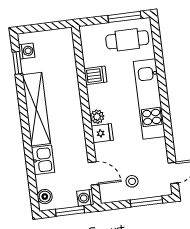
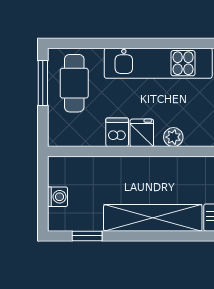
washing machine: (27, 51) -> (58, 197), moved, turned 90
fridge: (102, 133) -> (142, 133), moved

